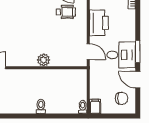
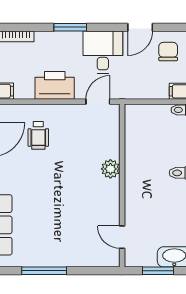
wheelchair: (66, 12) -> (38, 135), turned 180
window: (138, 51) -> (70, 27), moved

